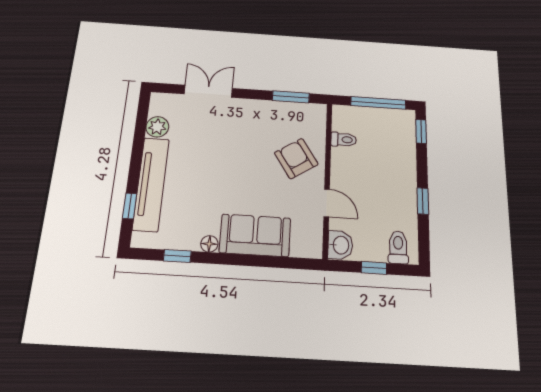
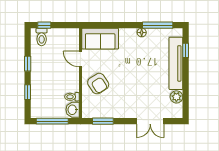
window: (421, 131) -> (28, 92), moved
sofa: (255, 235) -> (100, 39), moved
washbasin: (340, 245) -> (73, 110), moved
window: (177, 256) -> (158, 25), width x2.17
window: (374, 268) -> (44, 25), moved

